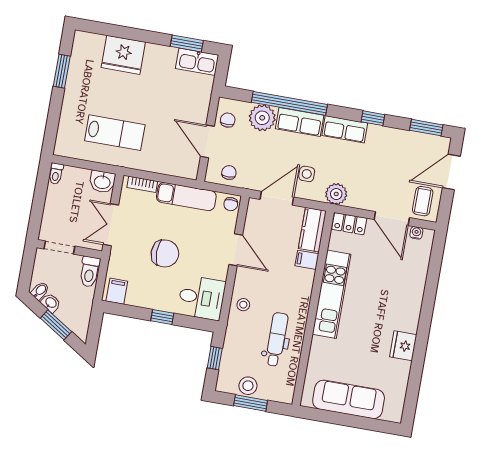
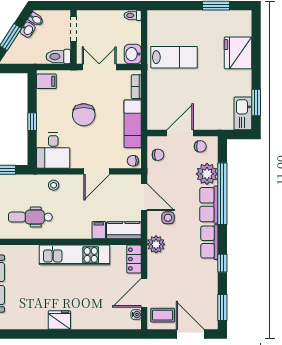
lab bench: (115, 133) -> (174, 57), turned -90
dental chair: (277, 339) -> (30, 217), turned 180
fridge: (403, 346) -> (59, 320), moved

